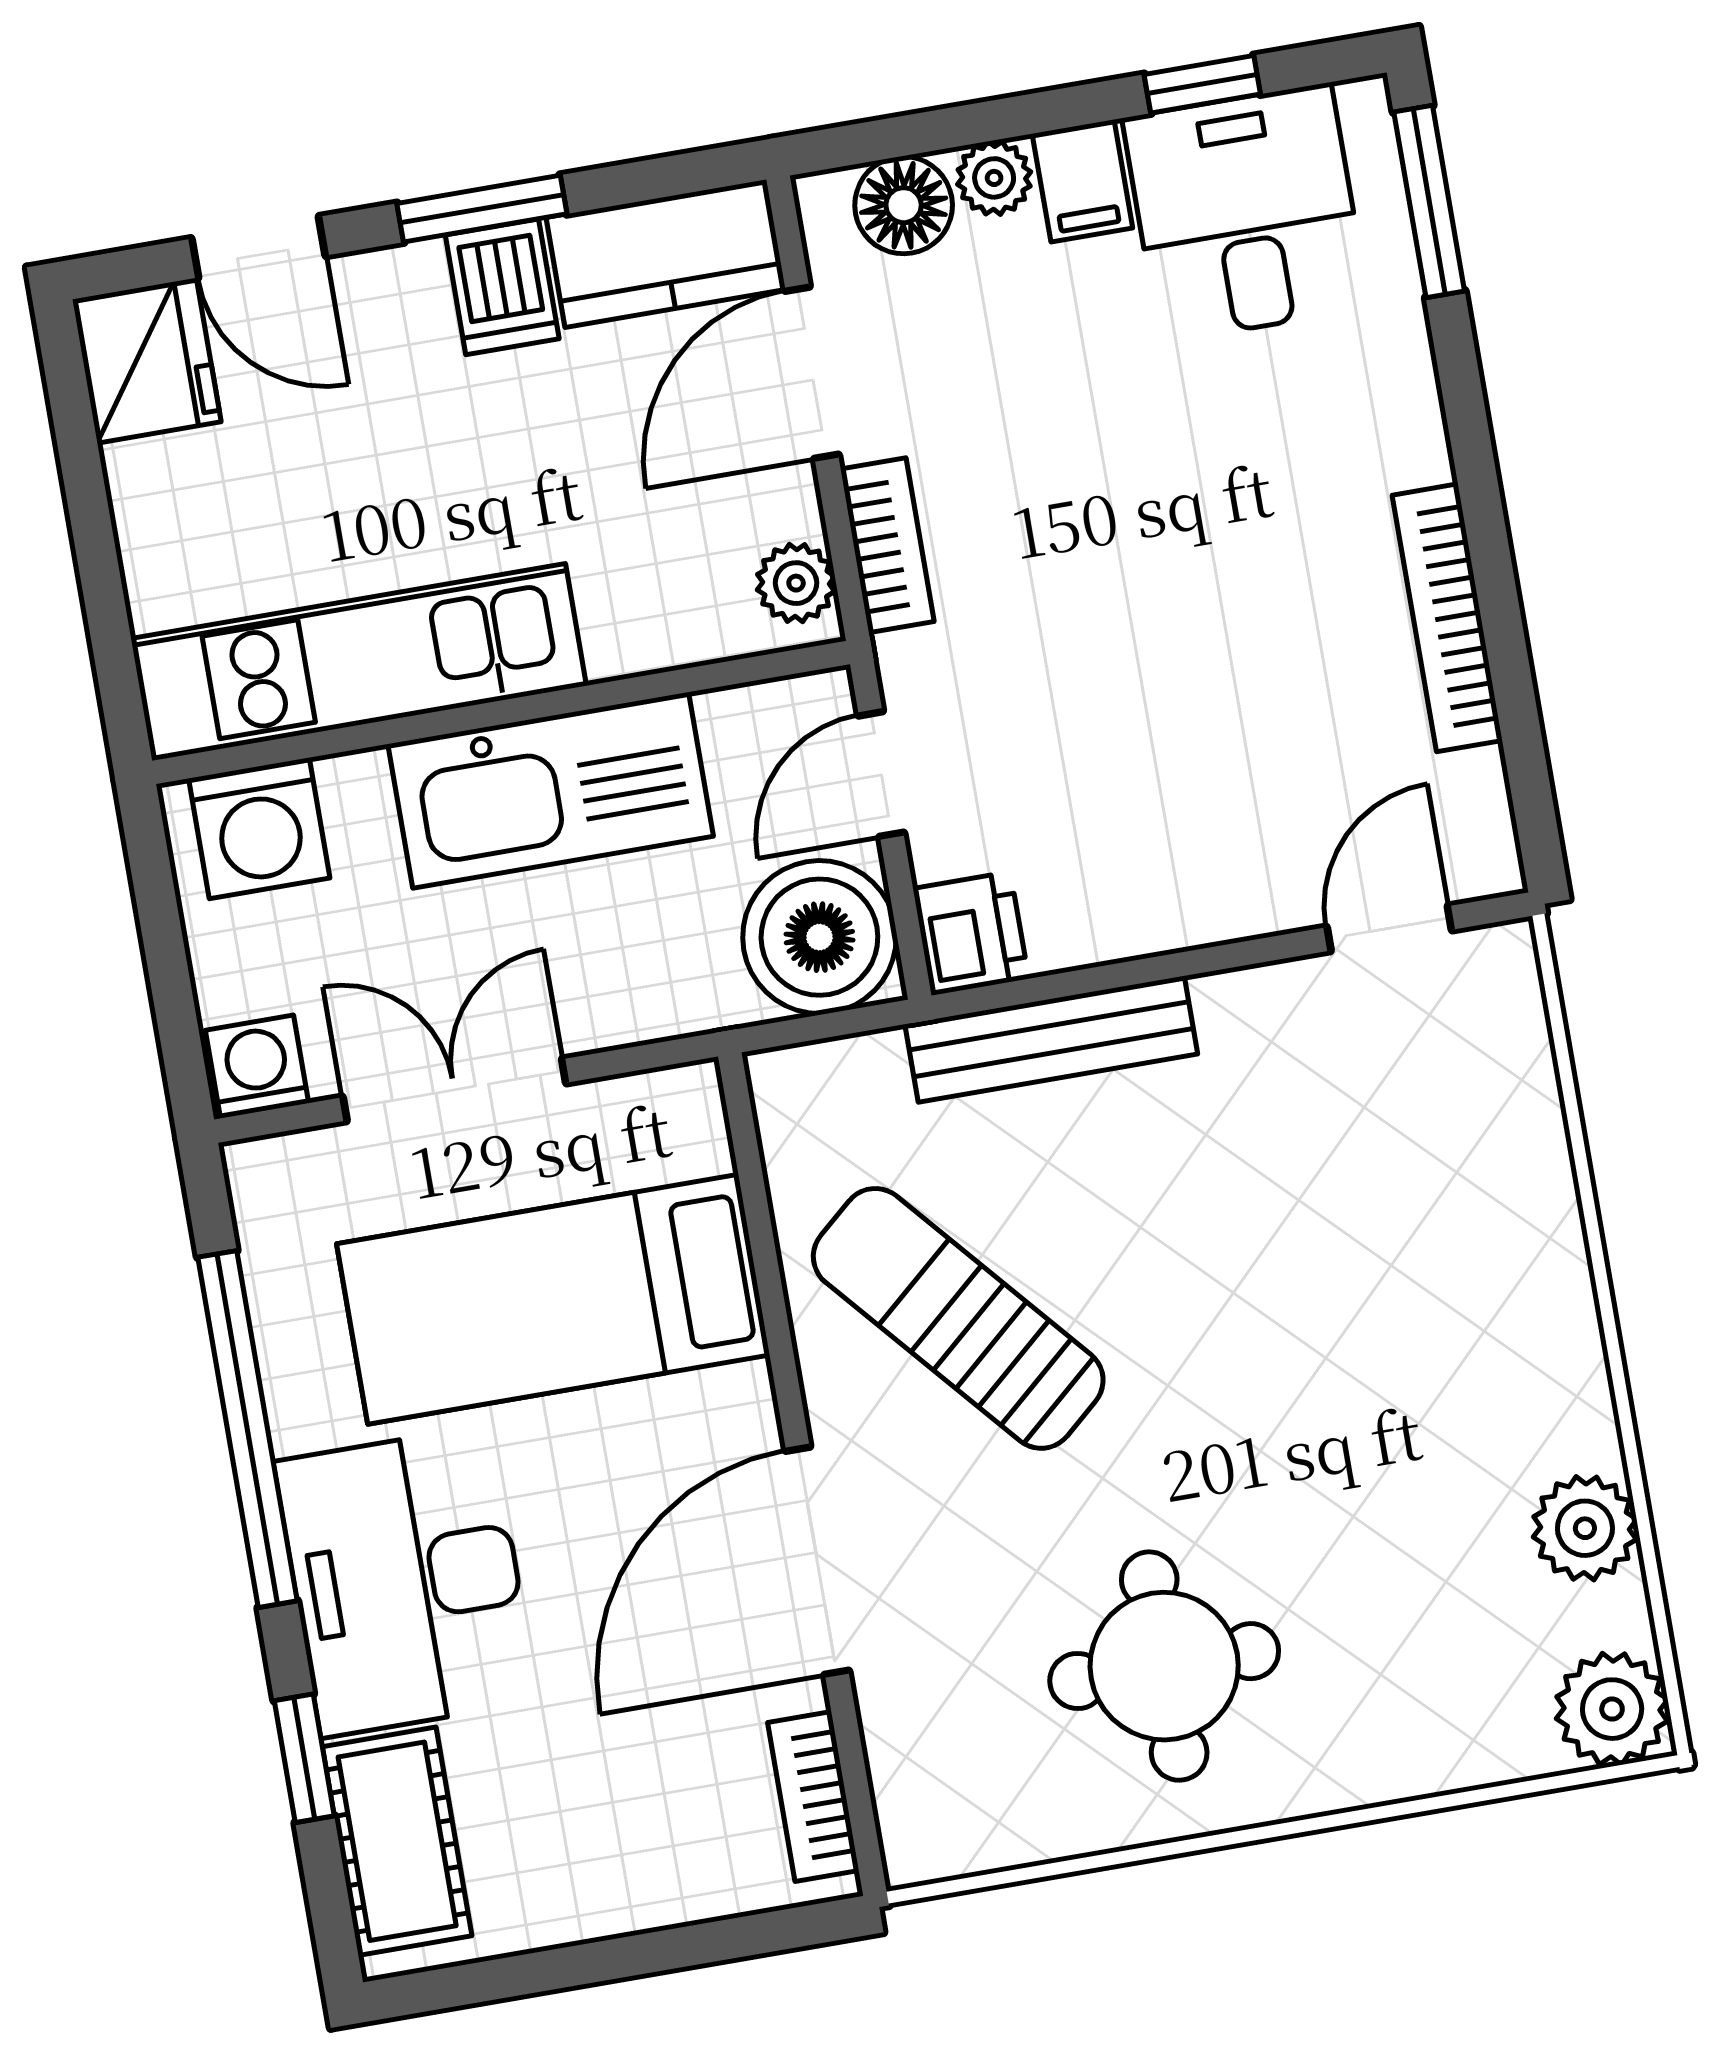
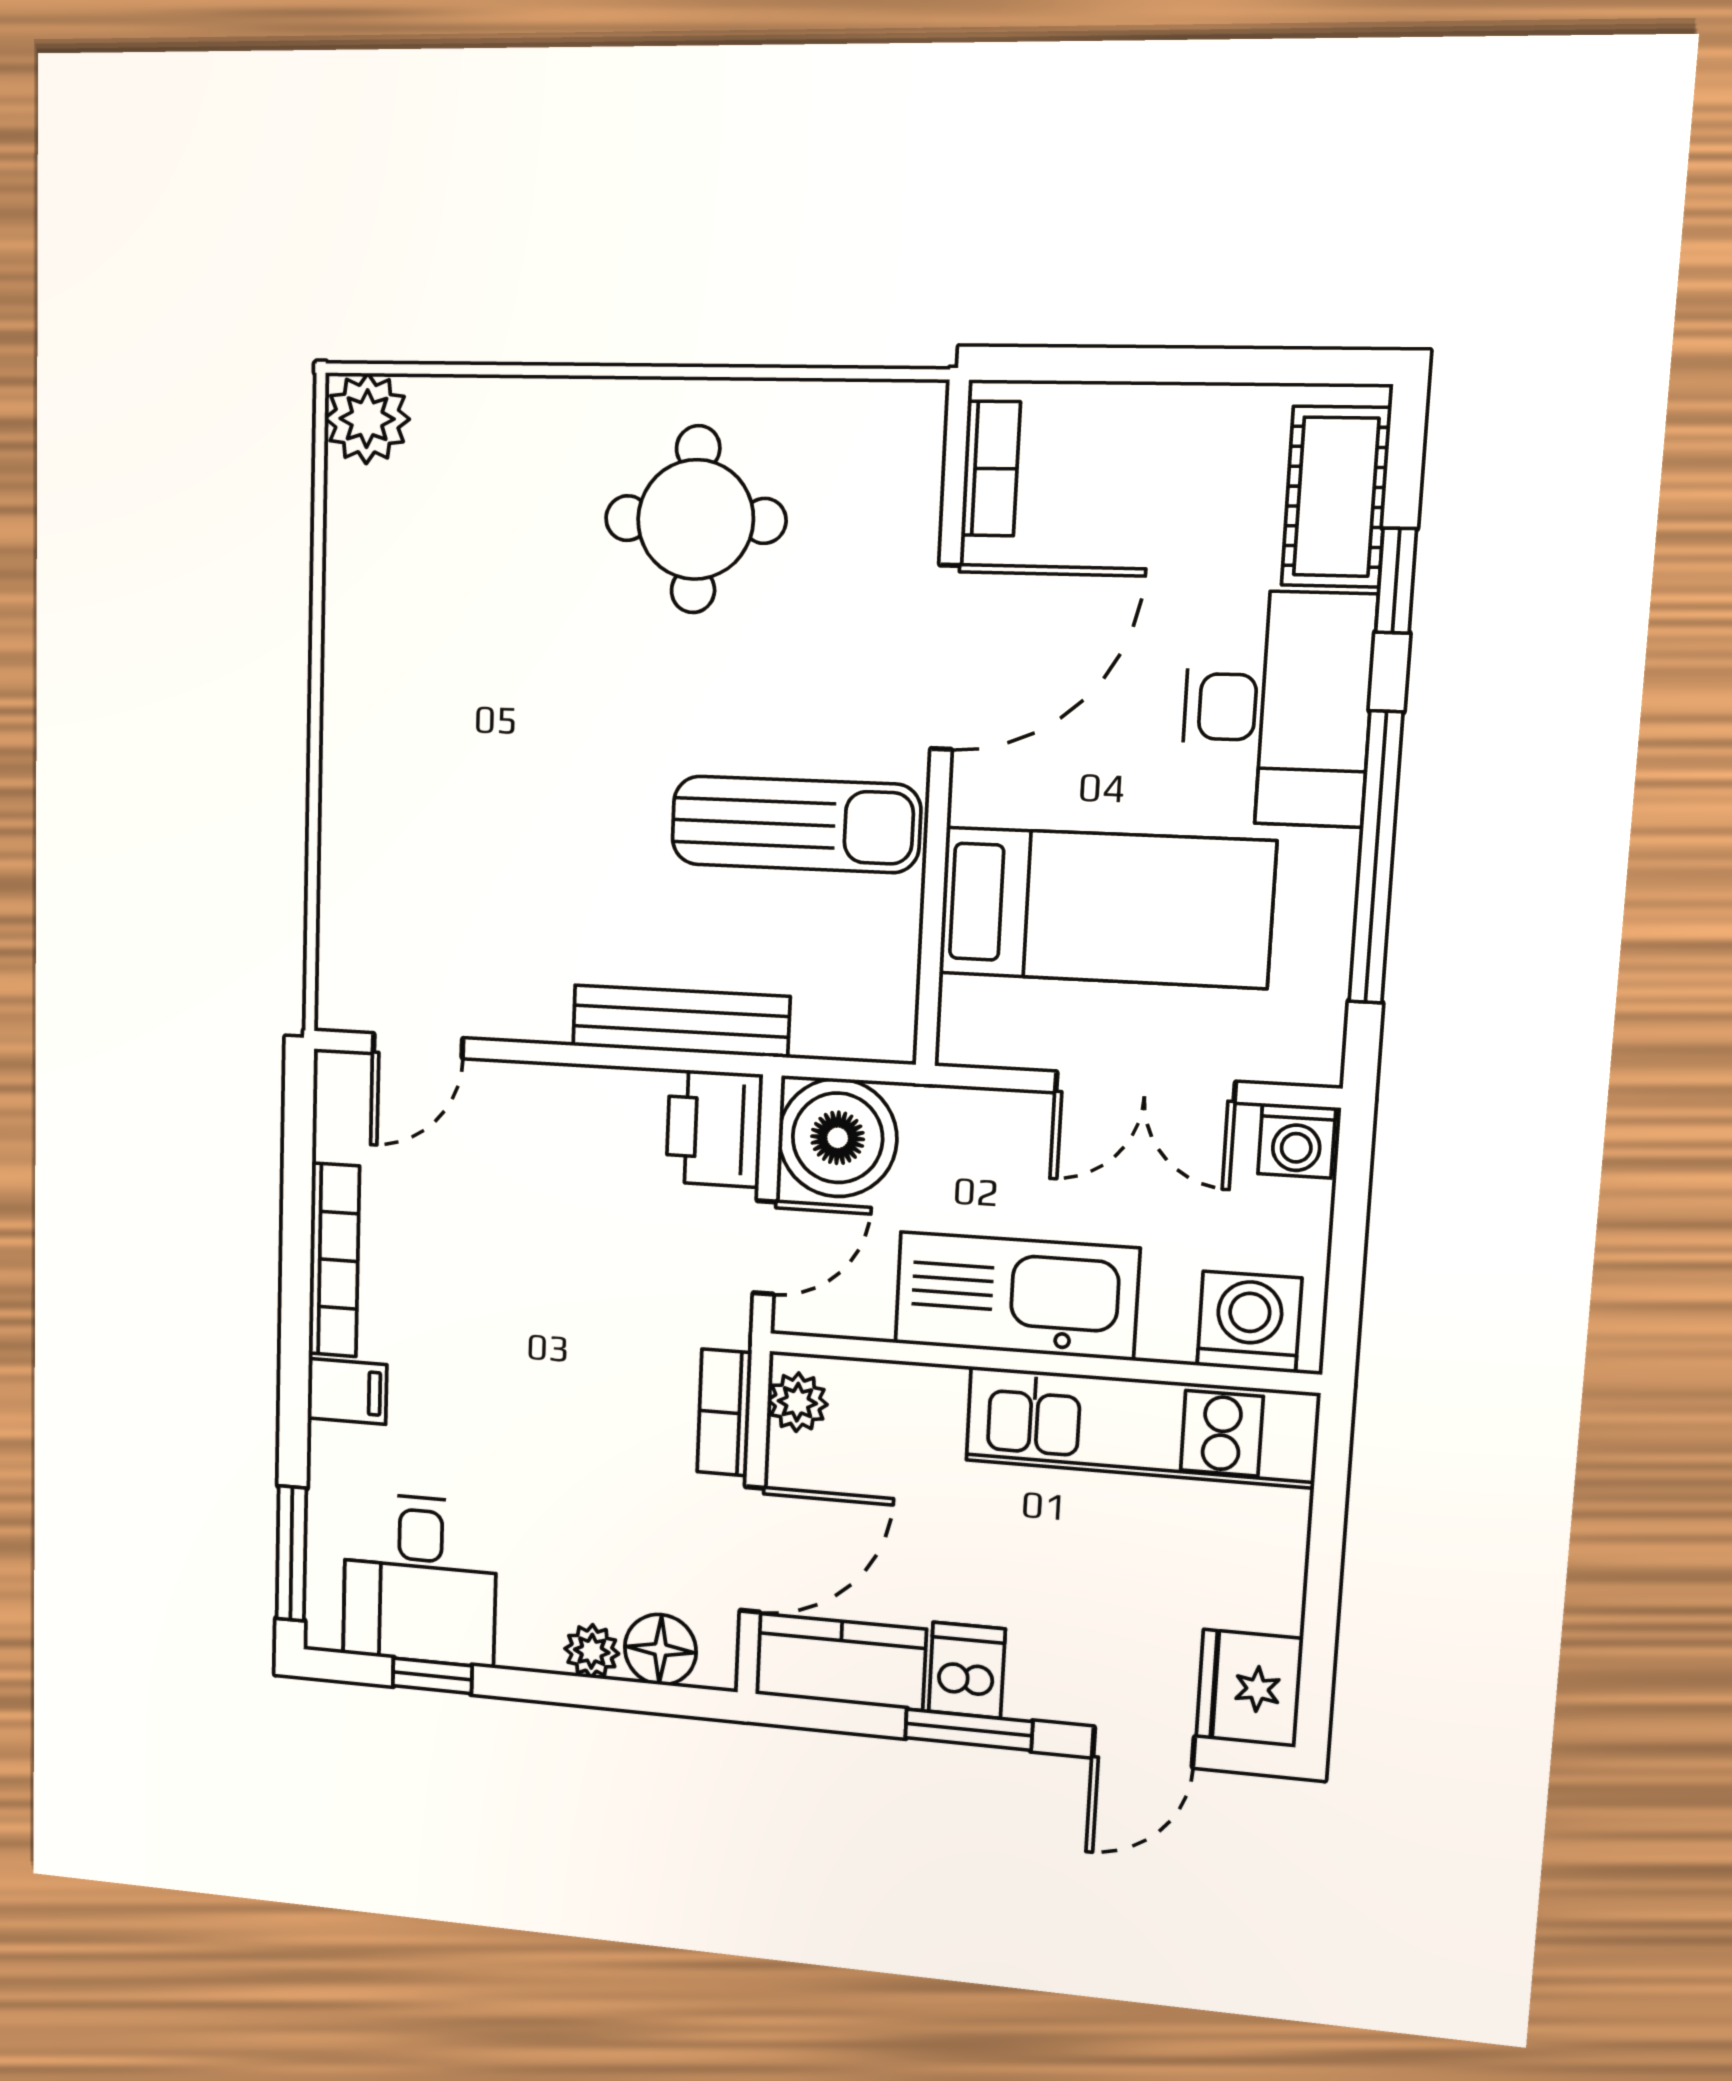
filing cabinet: (1082, 181) -> (347, 1391), moved, turned 90
door: (258, 247) -> (1143, 1747), swing flipped
printer: (971, 934) -> (714, 1128), width x1.36, depth x1.24
sun lounger: (958, 1318) -> (796, 824), turned -49
plant: (1585, 1528) -> (361, 563), removed

